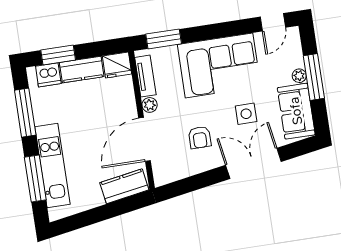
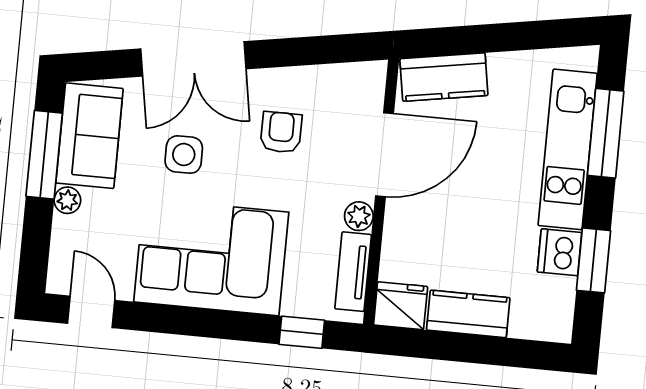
door: (273, 22) -> (91, 312), hinge flipped
window: (164, 39) -> (302, 332), width x0.67
window: (58, 55) -> (505, 352), removed
dishwasher: (48, 75) -> (559, 252), moved, turned -90
window: (314, 77) -> (44, 155), moved
window: (25, 113) -> (593, 260), width x0.69

